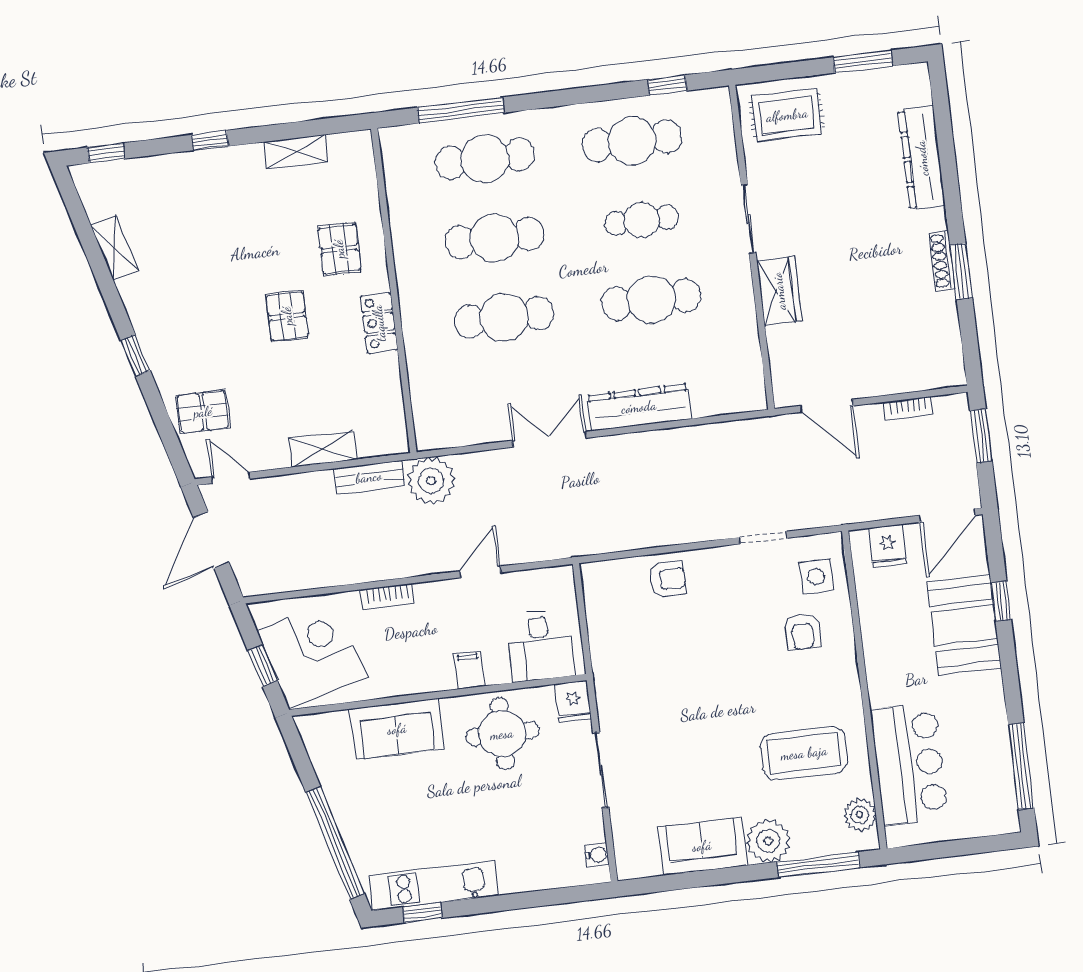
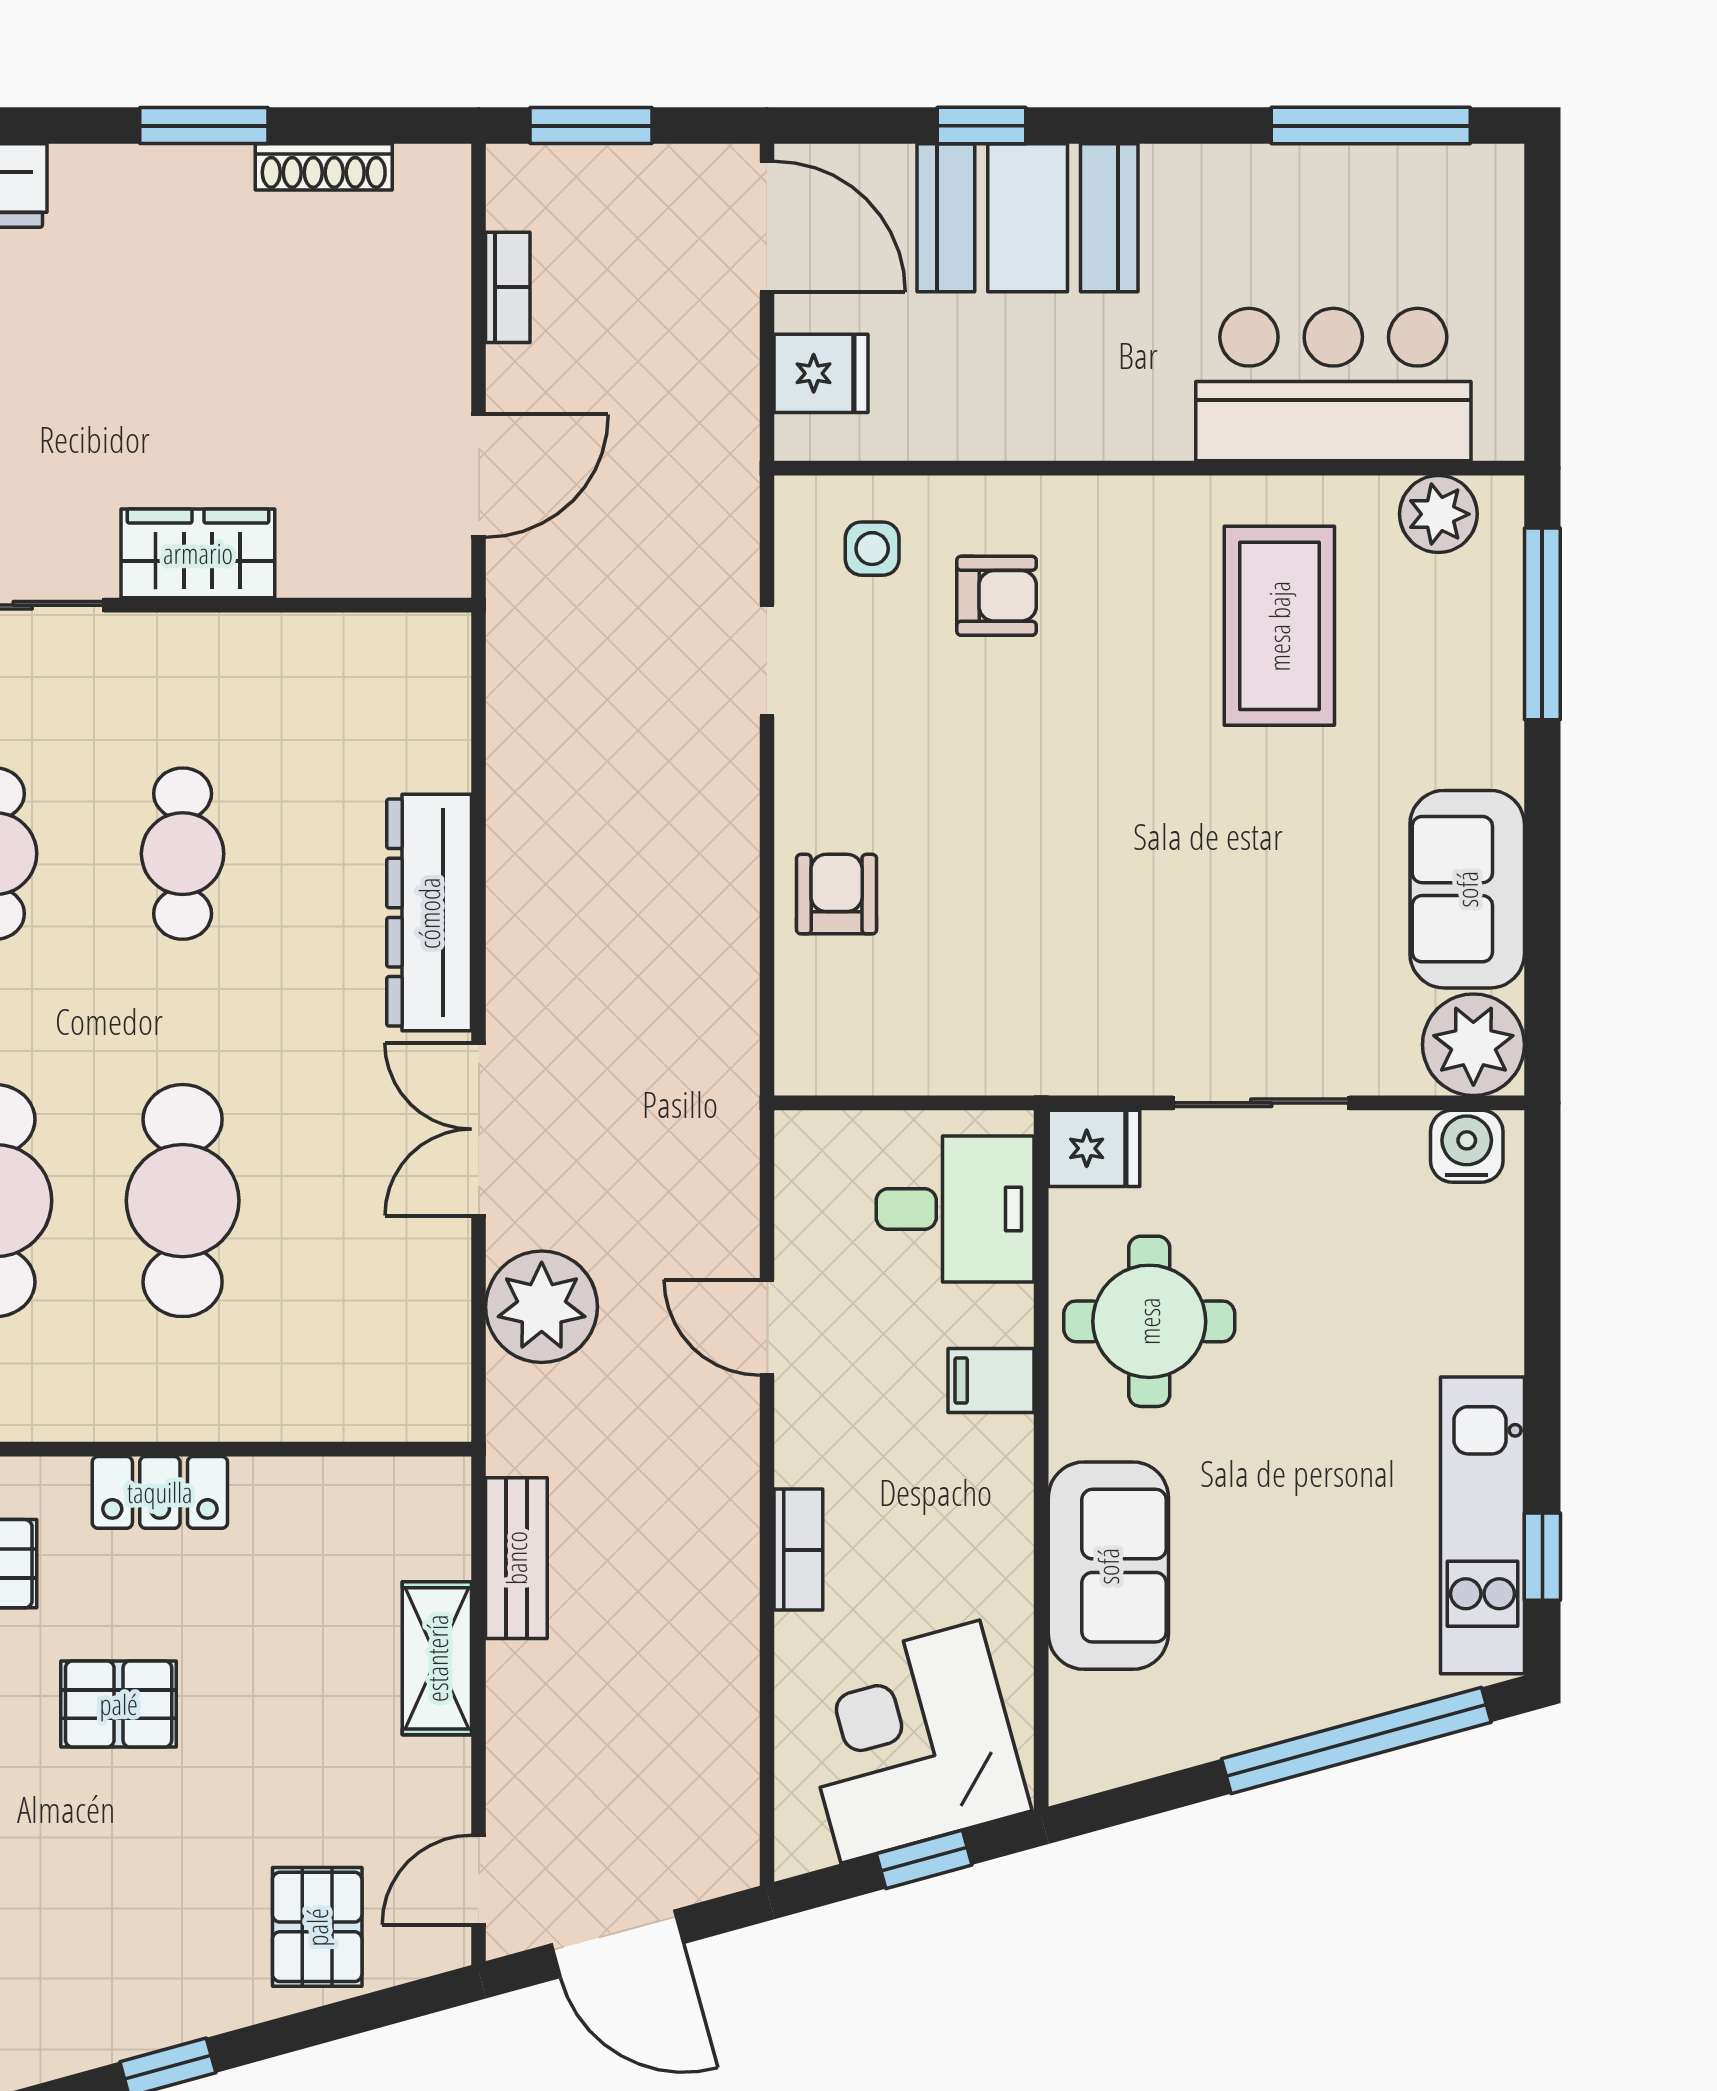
shoe rack: (942, 261) -> (324, 167), moved
cafe table: (651, 300) -> (183, 854), width x0.73, depth x0.74
plant: (431, 481) -> (542, 1307), moved
side table: (816, 576) -> (872, 549), width x0.73, depth x0.73
plant: (768, 841) -> (1473, 1045), moved
water cooler: (597, 855) -> (1467, 1146), width x1.38, depth x1.38

